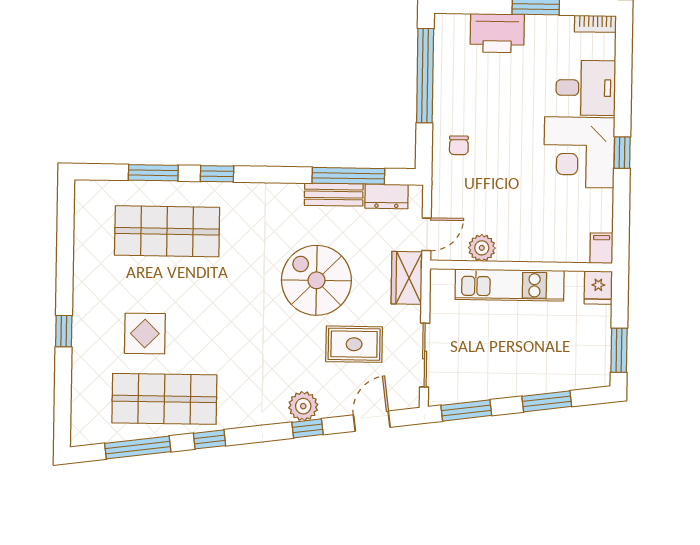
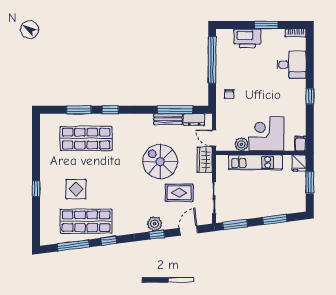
corner desk: (579, 152) -> (266, 134), moved, turned 90
door: (426, 234) -> (214, 138), swing flipped
window: (619, 350) -> (310, 182), moved

